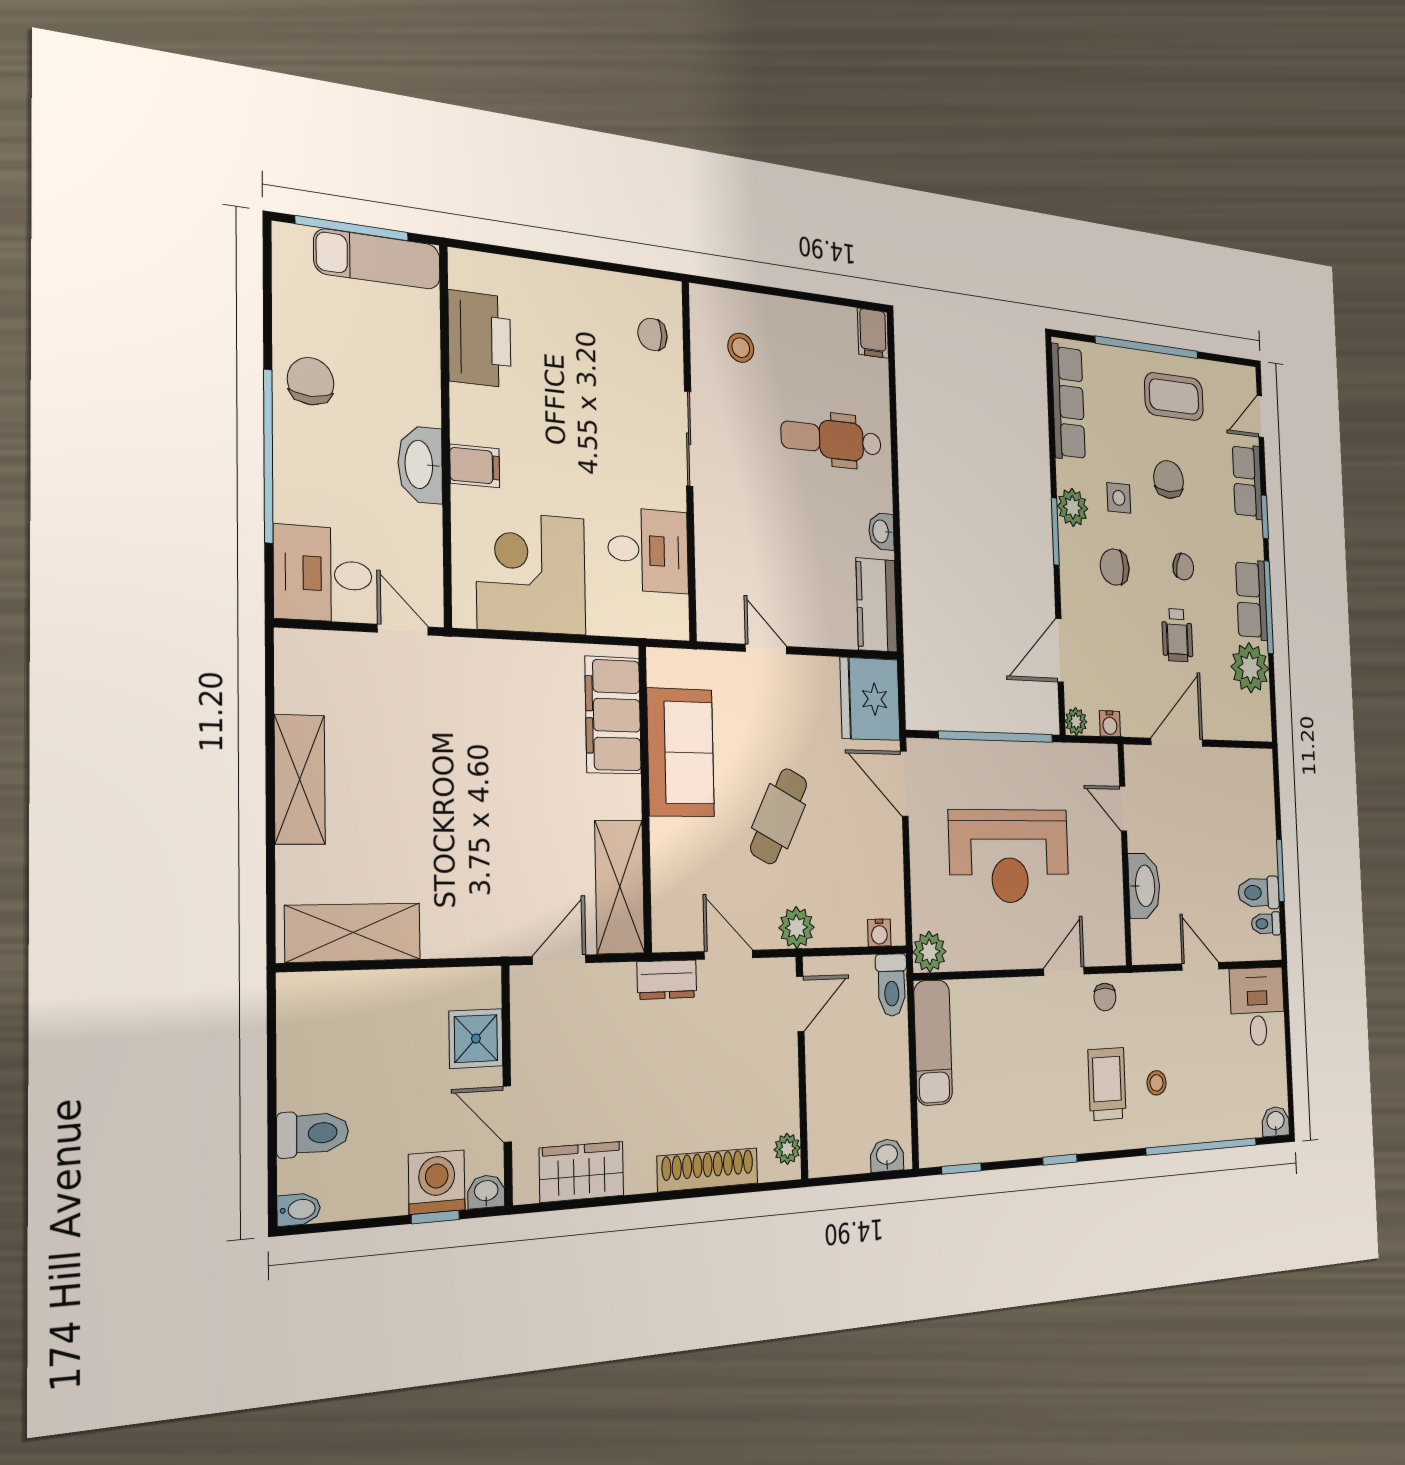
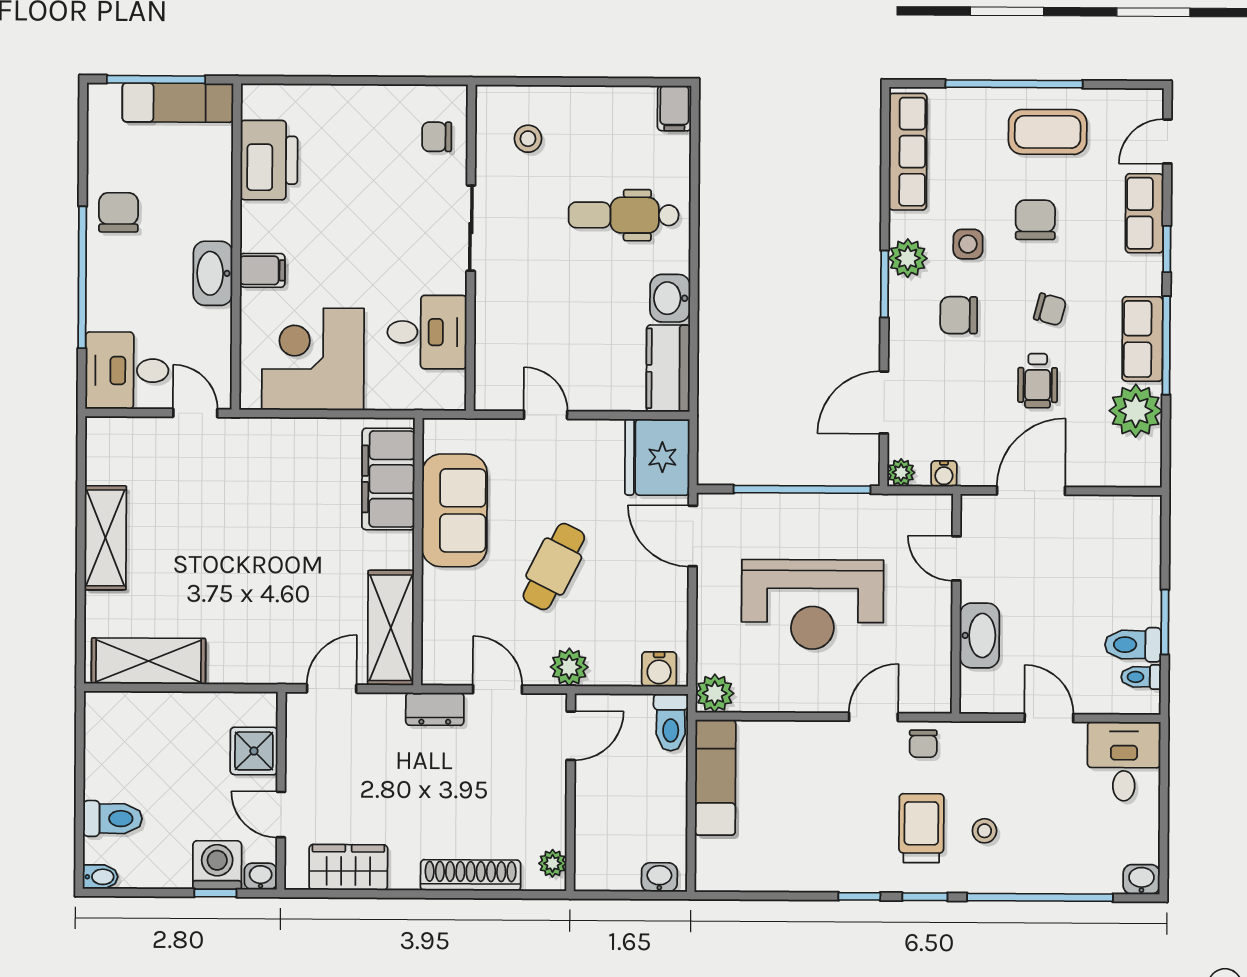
washbasin: (881, 531) -> (670, 298), width x1.38, depth x1.45
water cooler: (879, 933) -> (659, 669), width x1.38, depth x1.38
window: (961, 1169) -> (925, 897), moved

